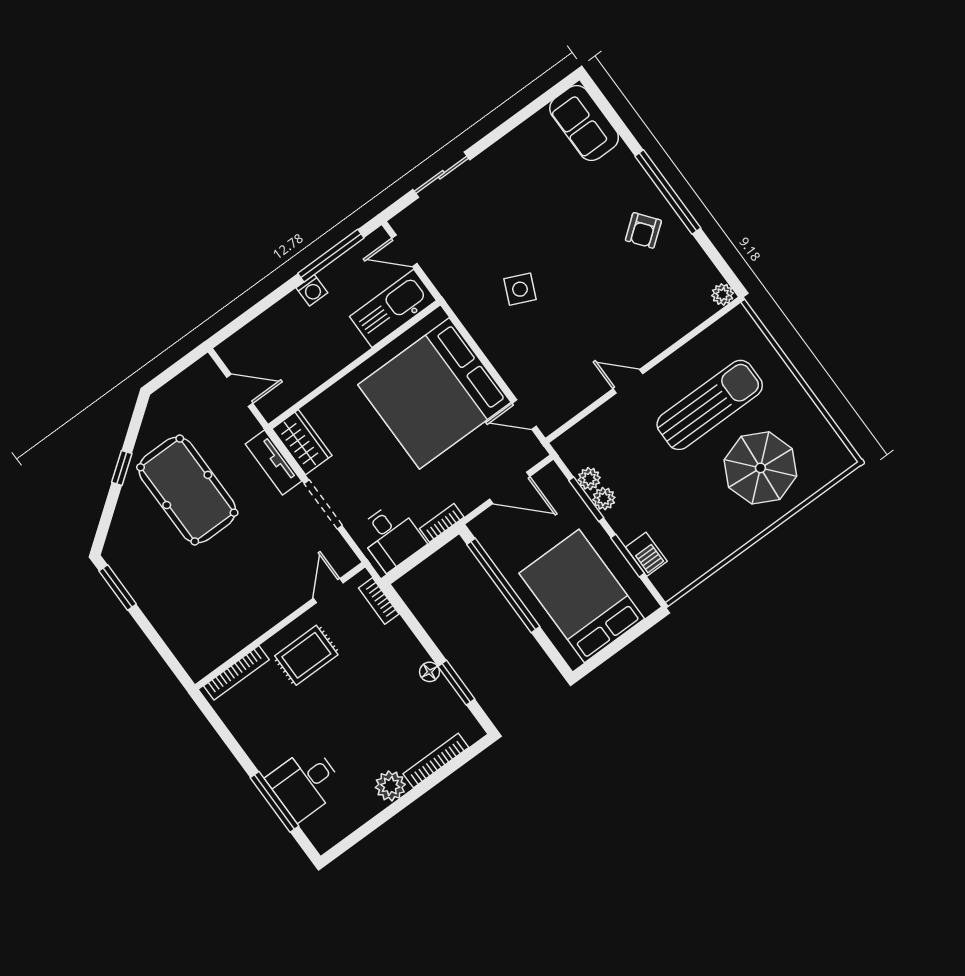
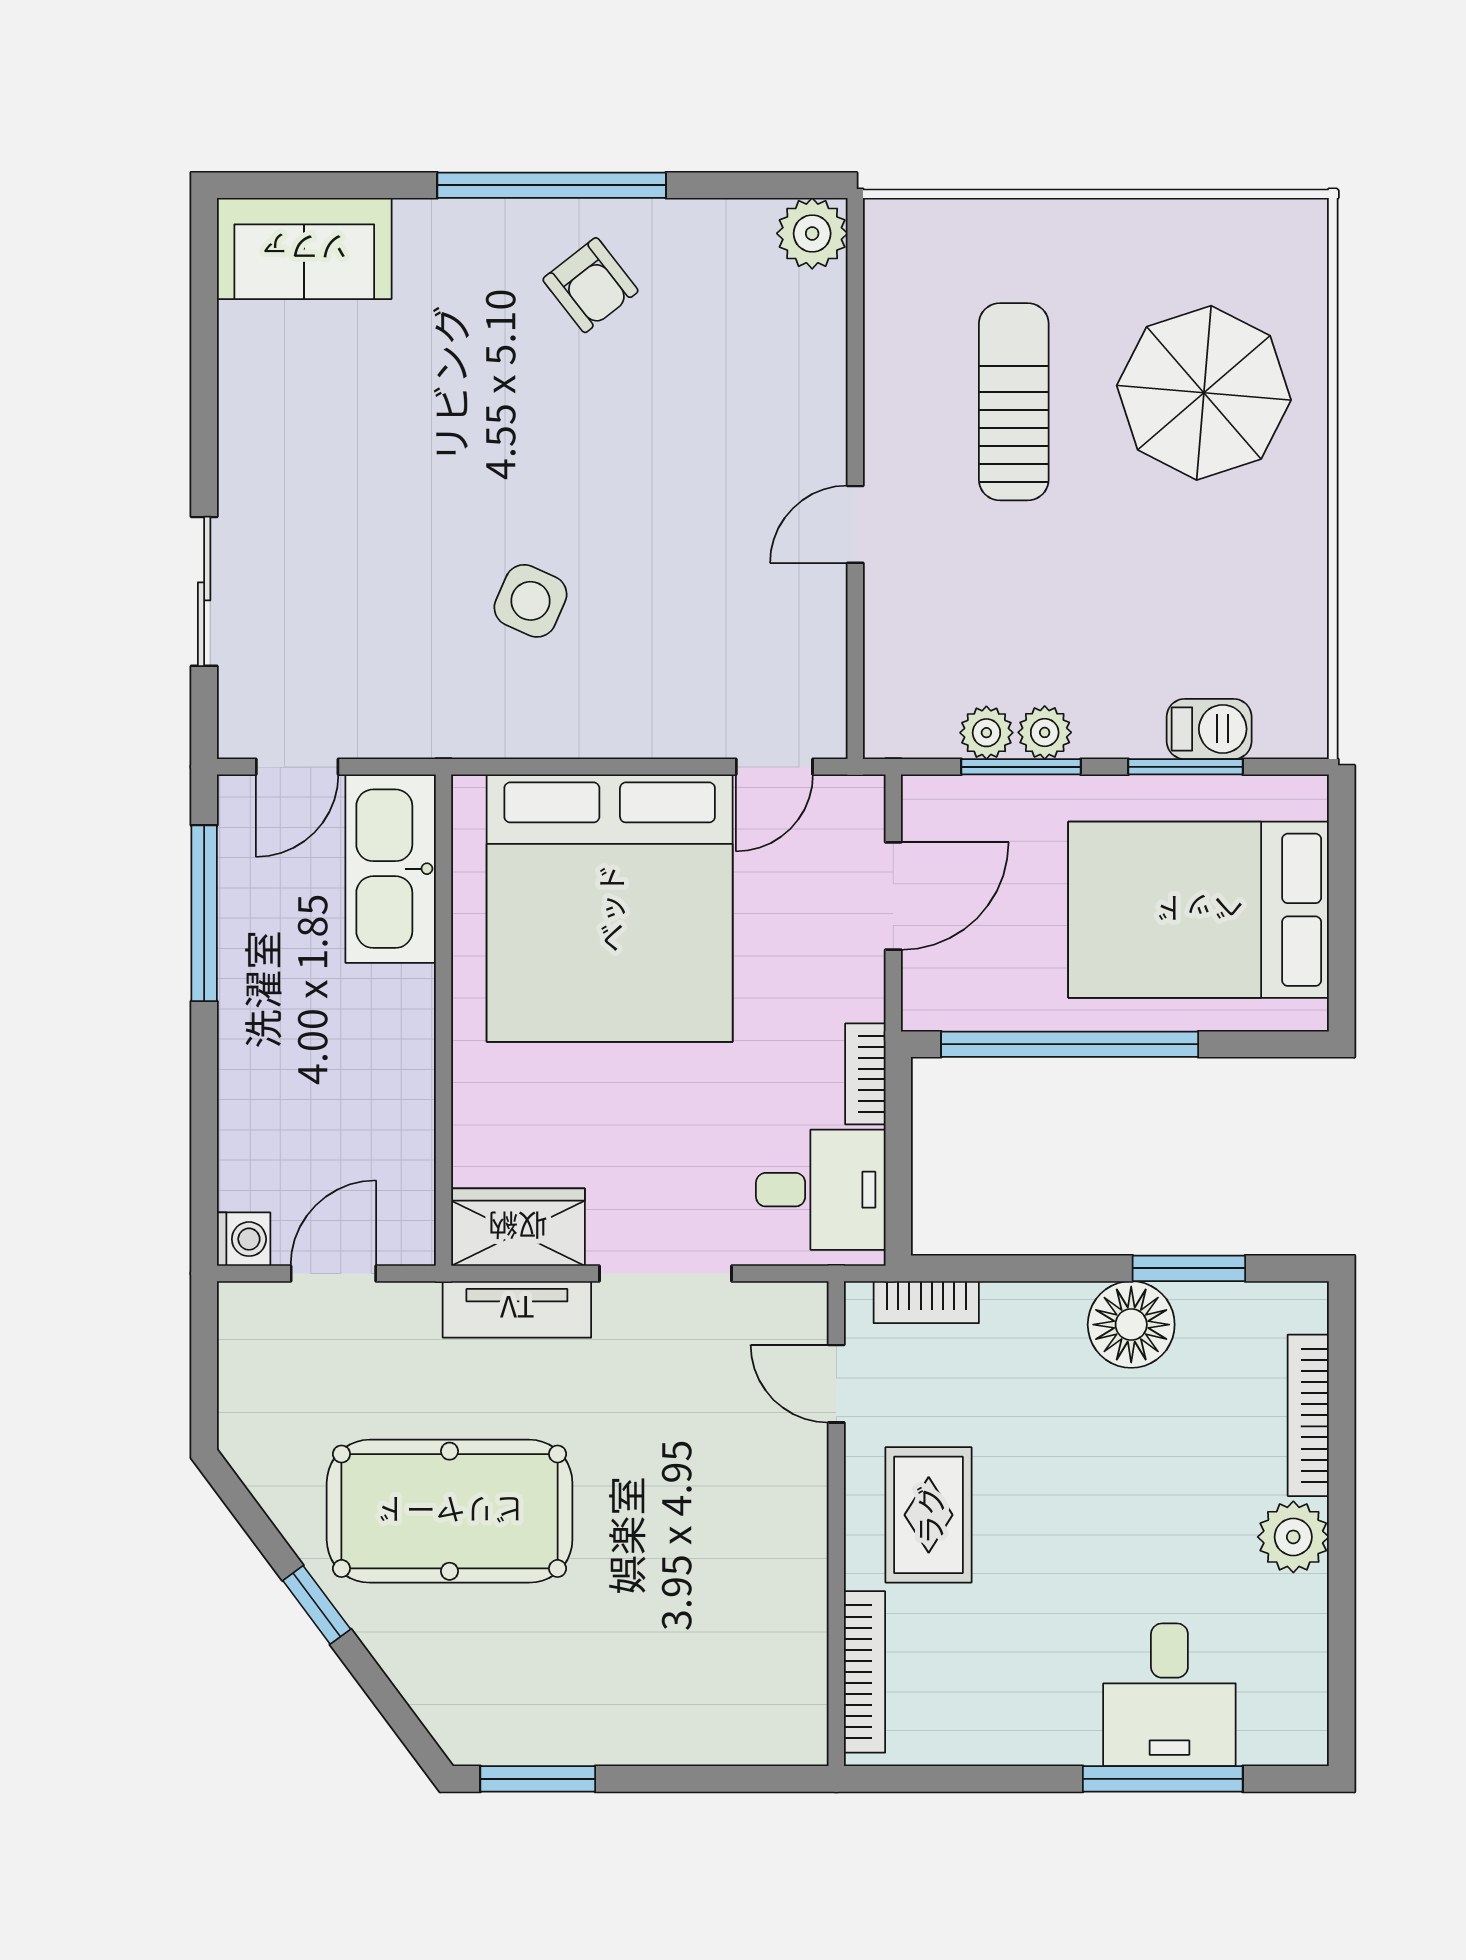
washing machine: (312, 290) -> (244, 1239), moved
plant: (723, 294) -> (812, 233), width x1.38, depth x1.38
sun lounger: (710, 405) -> (1014, 402), width x0.73, depth x0.75
floor lamp: (430, 672) -> (1131, 1325), width x1.89, depth x1.89

